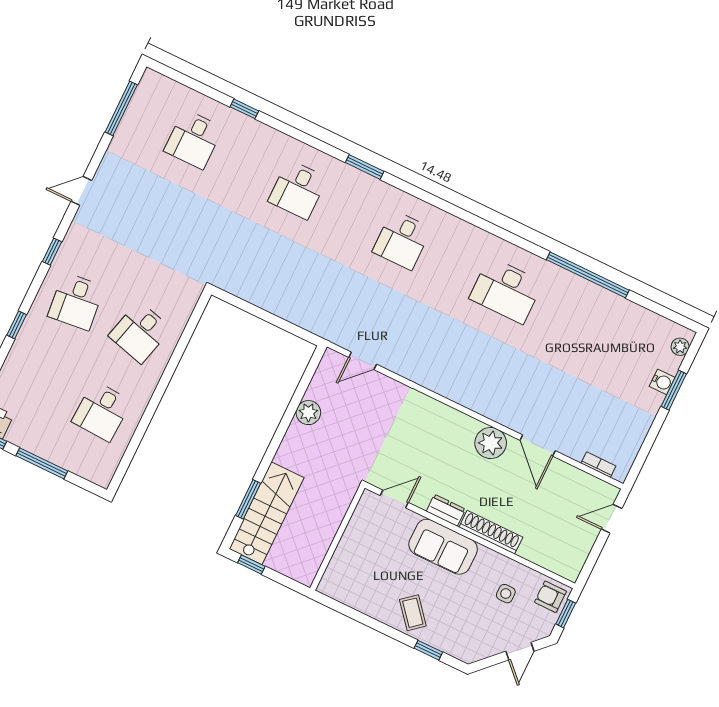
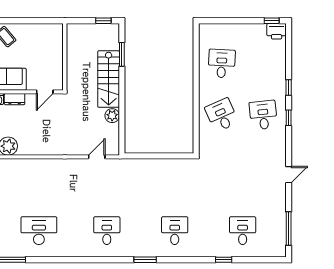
window: (52, 252) -> (289, 118), moved
desk: (140, 332) -> (222, 115), turned -39
window: (42, 463) -> (240, 21), removed
stairs: (267, 513) -> (109, 79), moved

